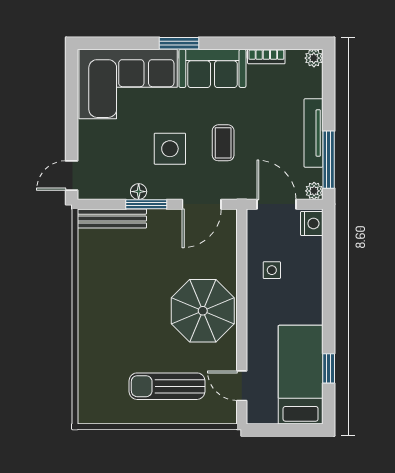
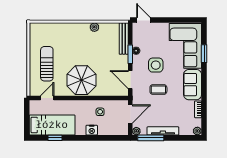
window: (179, 43) -> (204, 54), moved
nightstand: (312, 223) -> (92, 130), moved
plant: (87, 282) -> (94, 27), added

